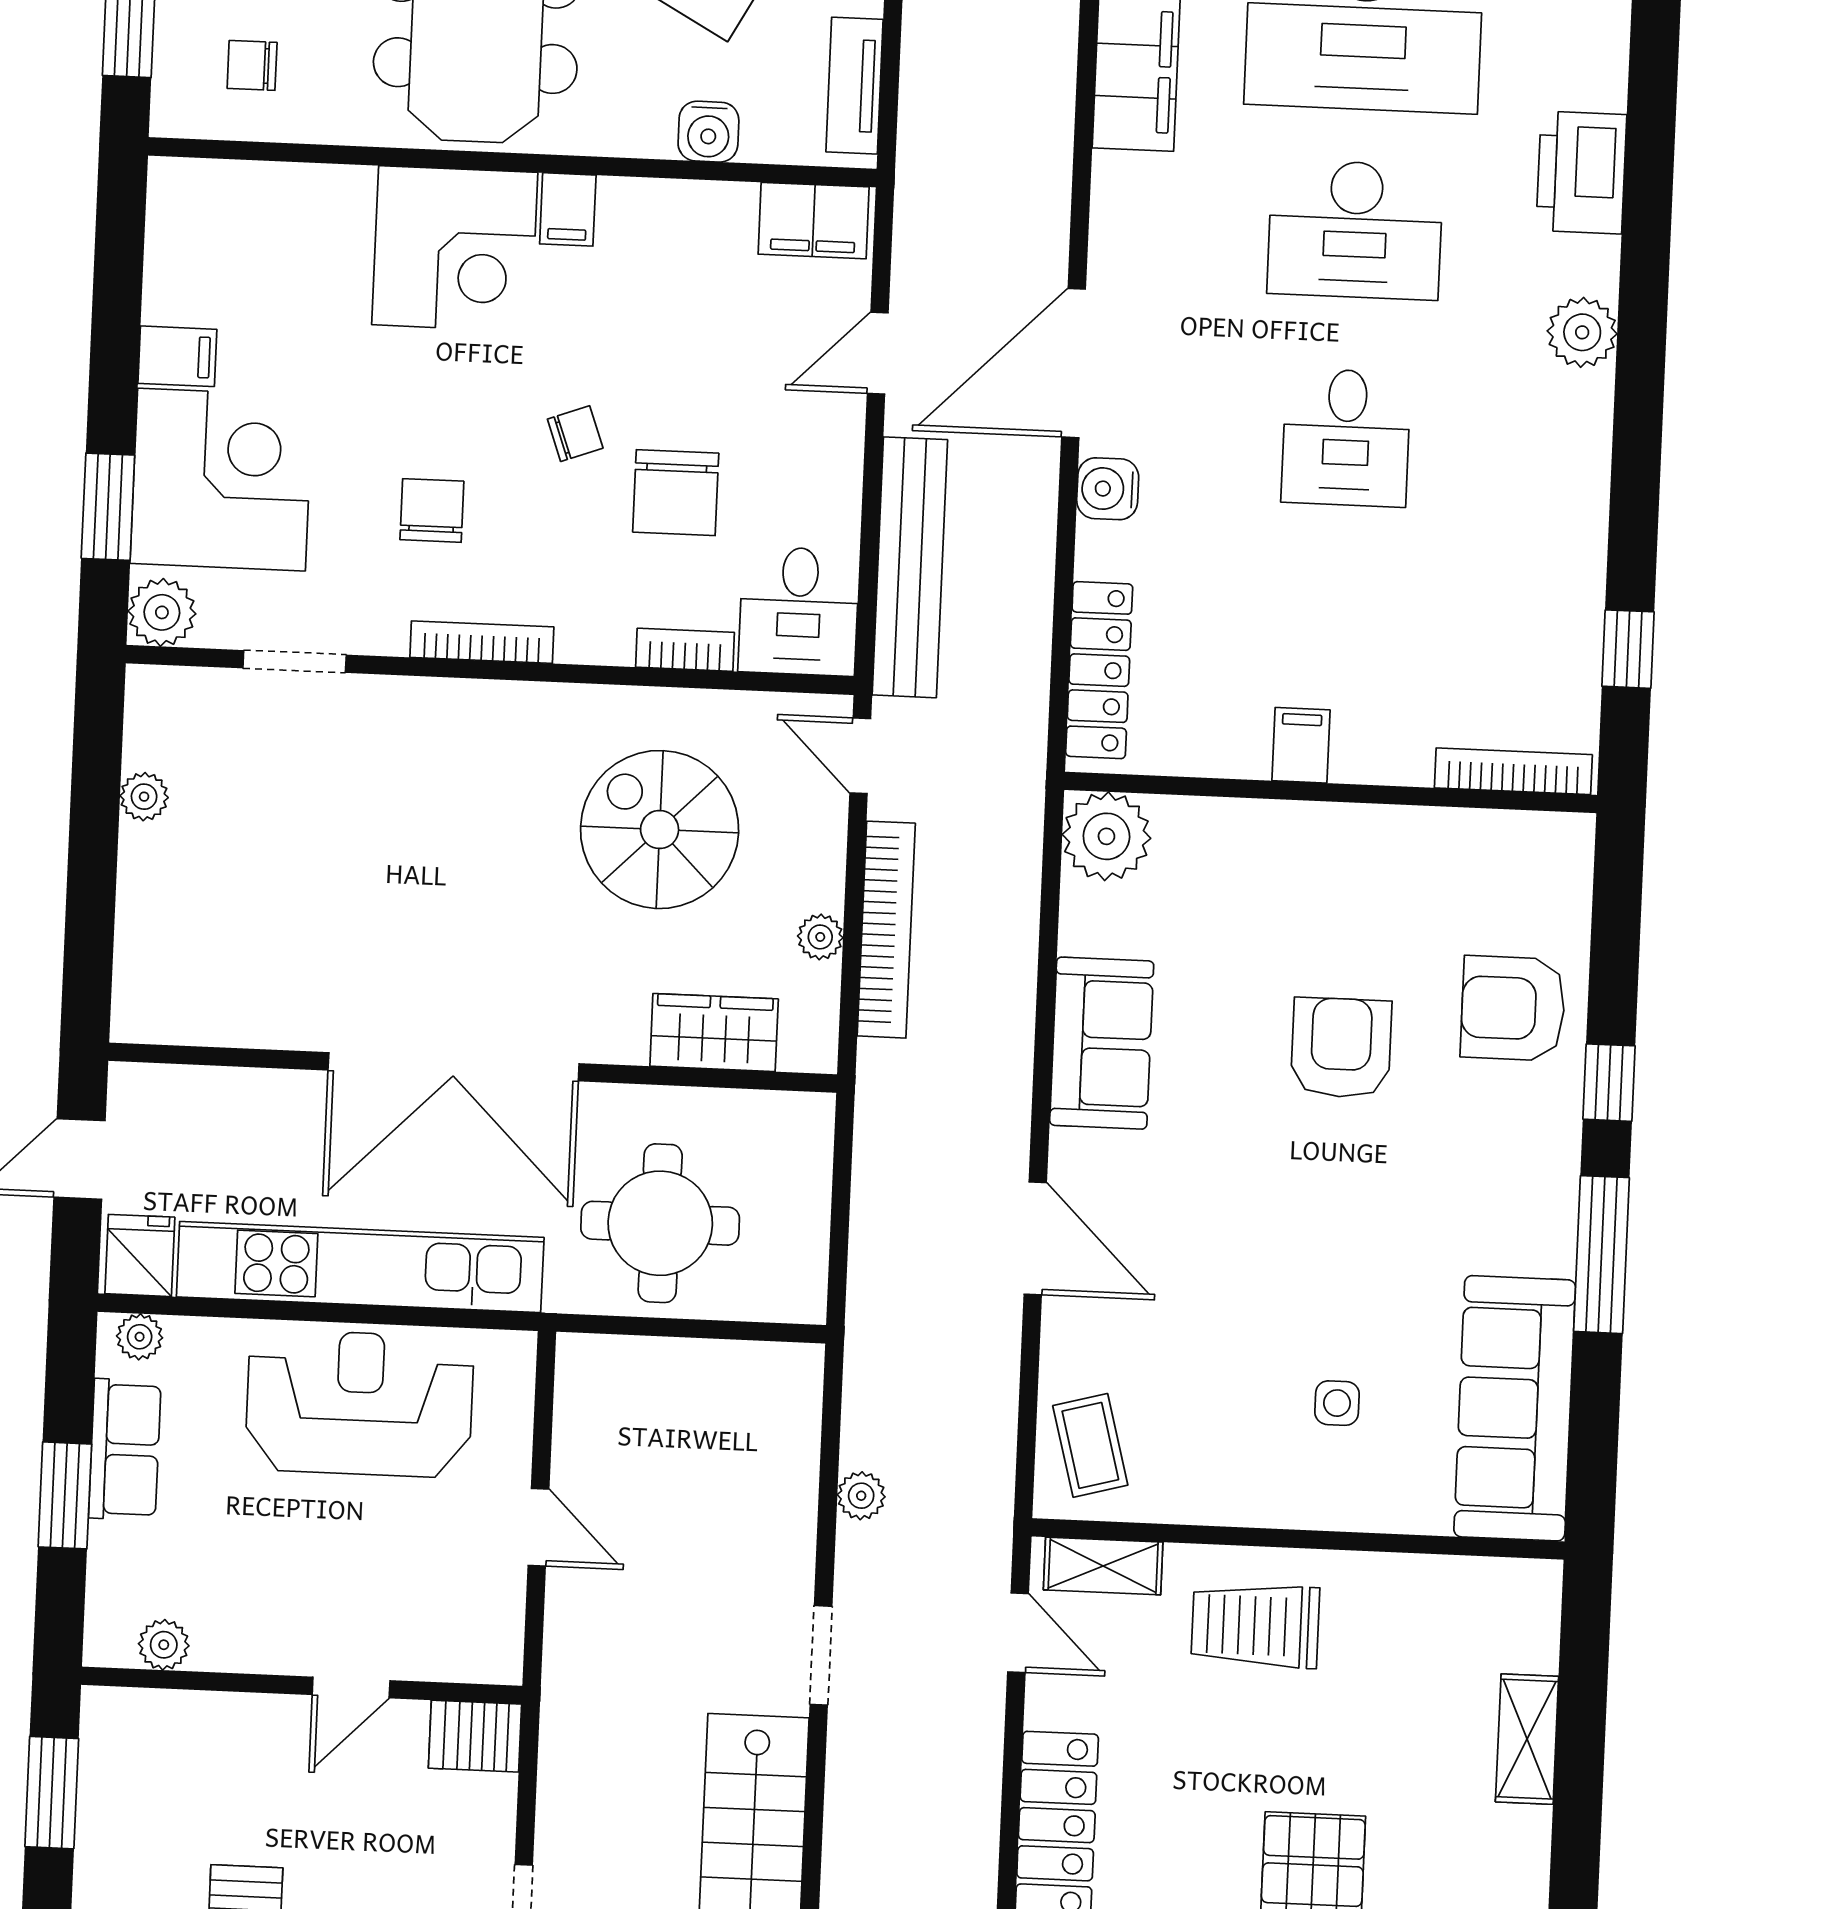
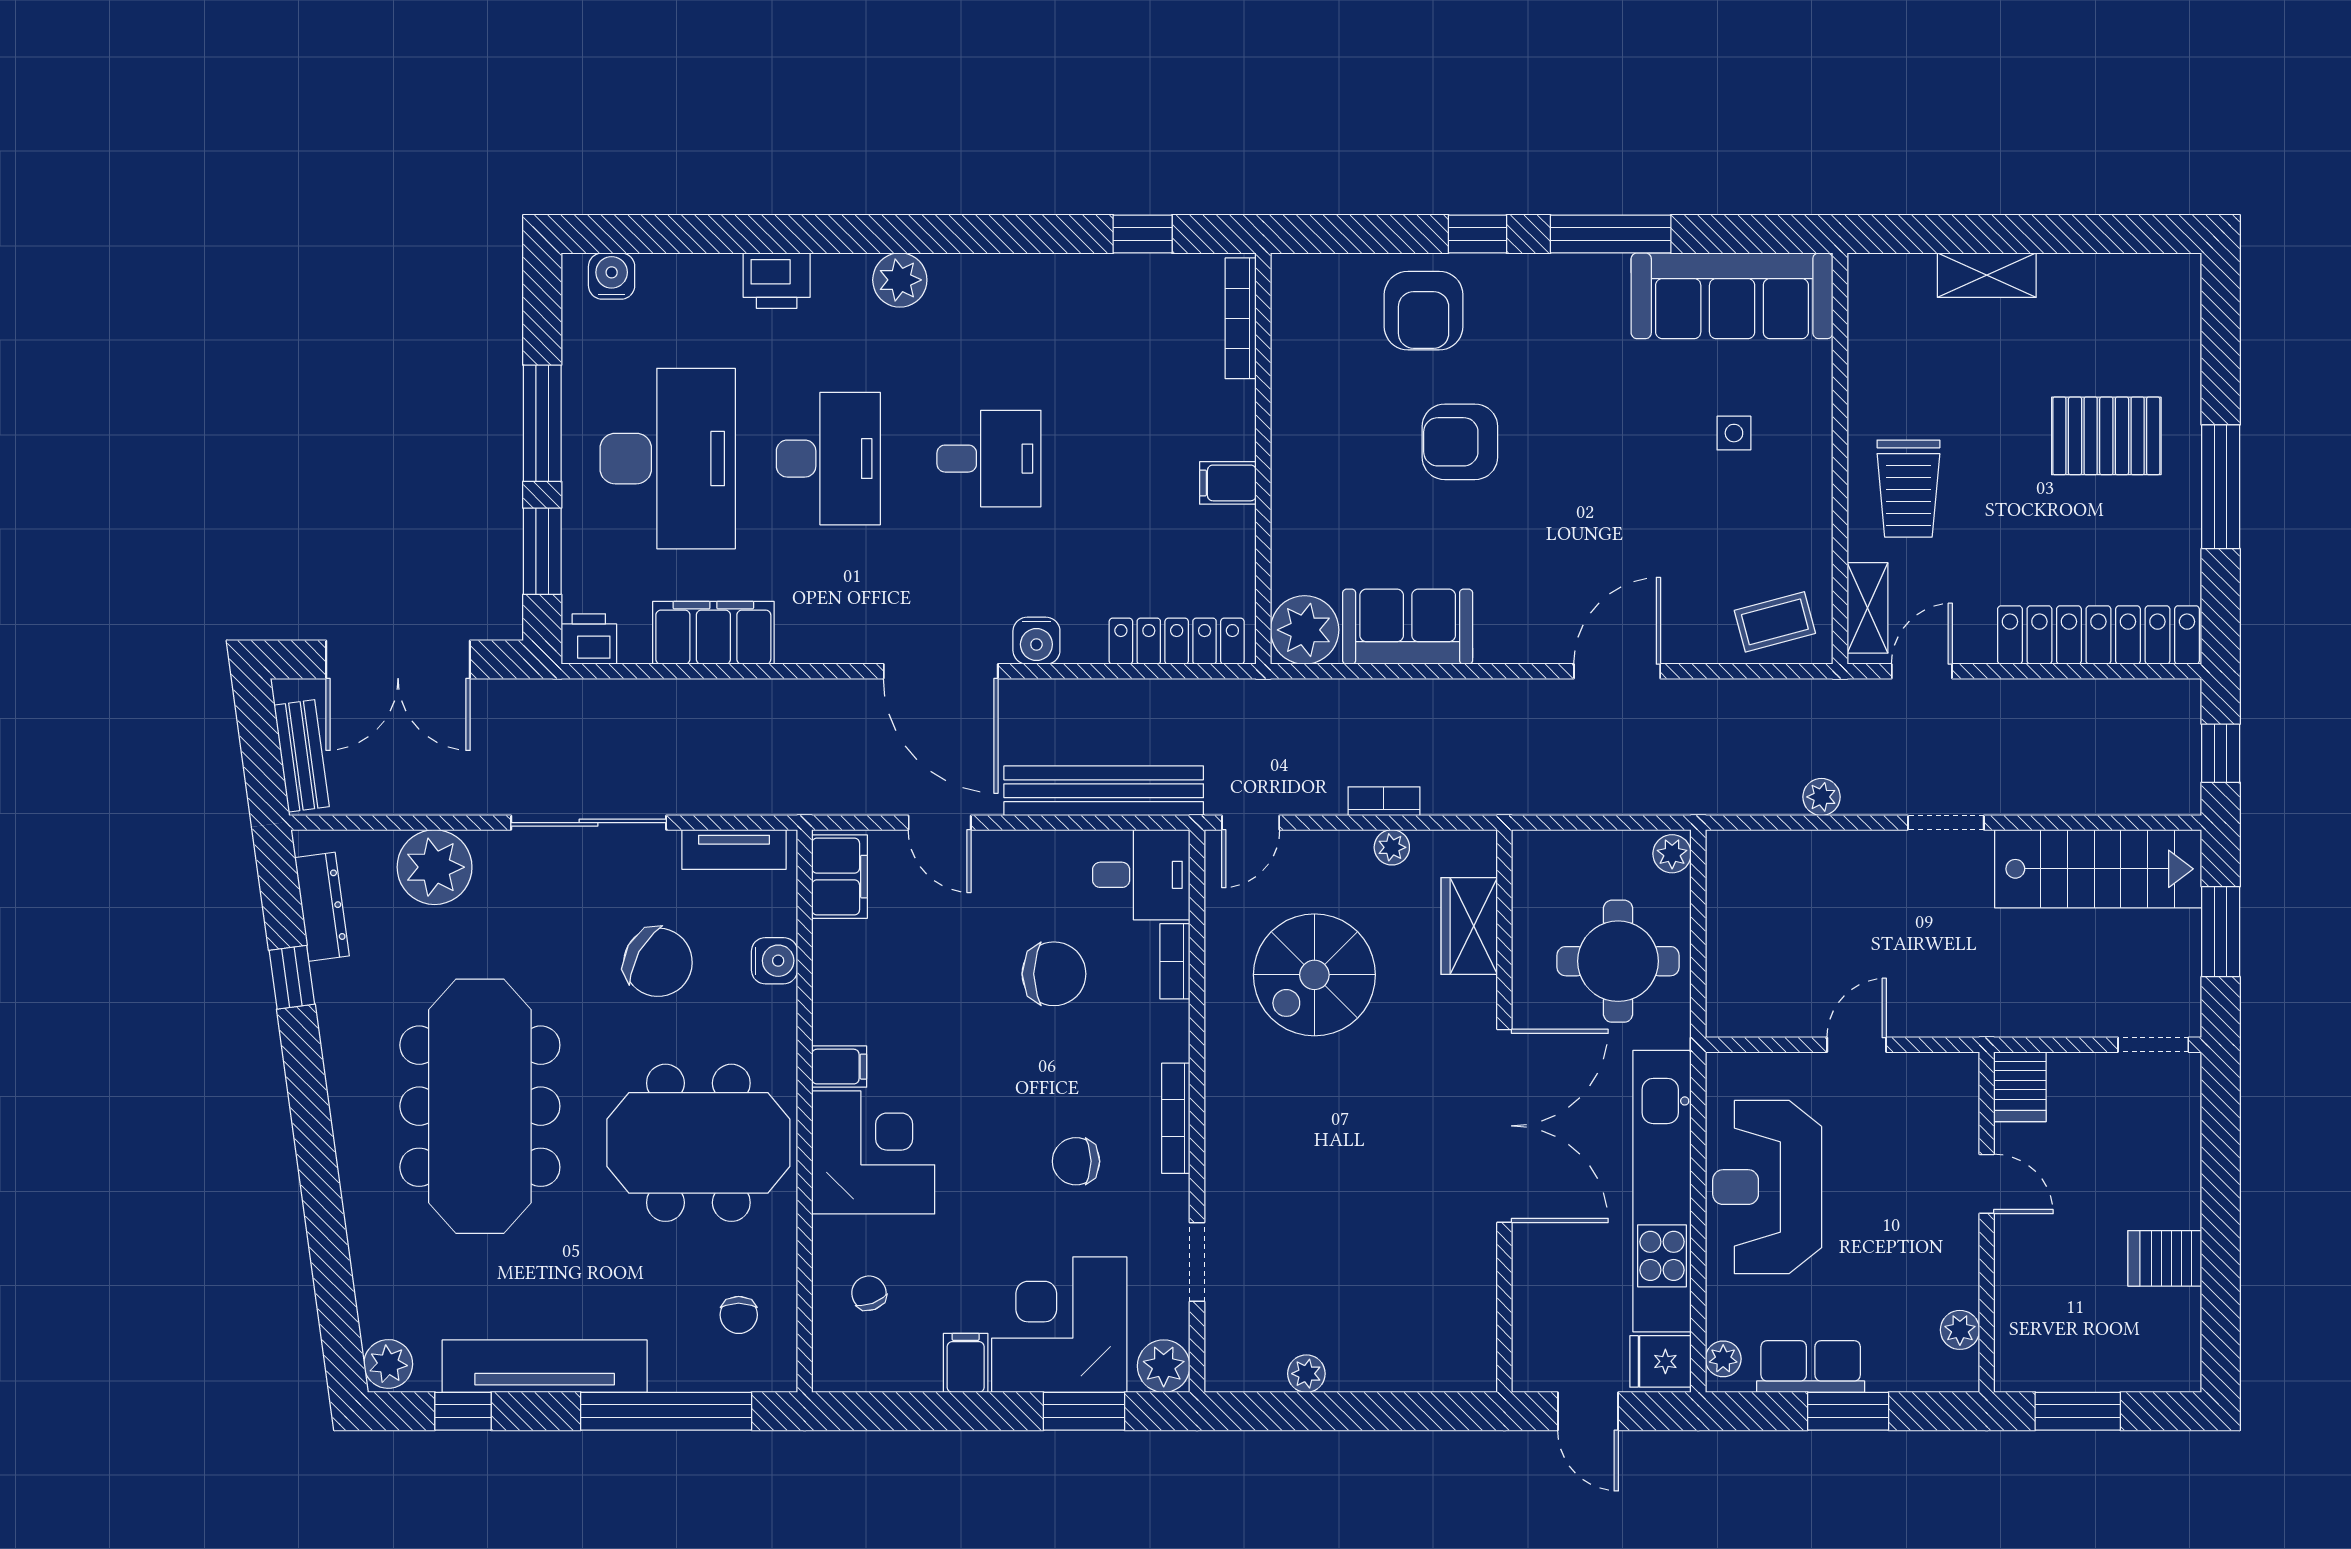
printer: (1581, 173) -> (777, 281), width x0.73, depth x0.84
chair: (575, 434) -> (869, 1293), moved
bookcase: (886, 930) -> (1384, 801), width x0.43, depth x0.76
sofa: (1102, 1043) -> (1408, 627), moved
plant: (796, 1299) -> (1672, 854), added

